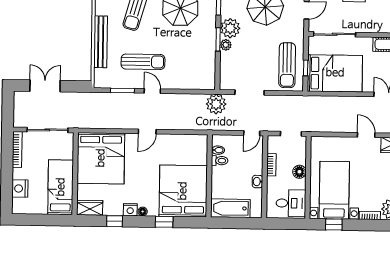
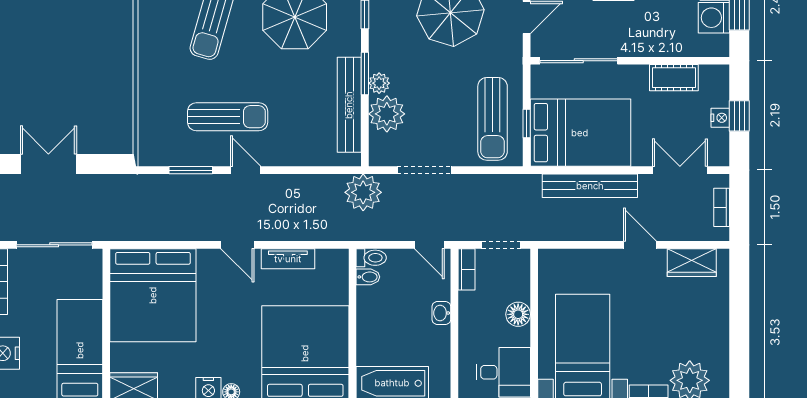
plant: (230, 28) -> (387, 114), moved
bench: (101, 42) -> (349, 105), moved
bench: (340, 102) -> (590, 186), added
door: (147, 132) -> (237, 245), hinge flipped
door: (252, 133) -> (429, 245), hinge flipped
tv unit: (175, 140) -> (288, 259), added
toilet: (220, 161) -> (371, 258), moved
bookcase: (271, 165) -> (466, 269), moved
washbasin: (257, 182) -> (441, 313), moved

